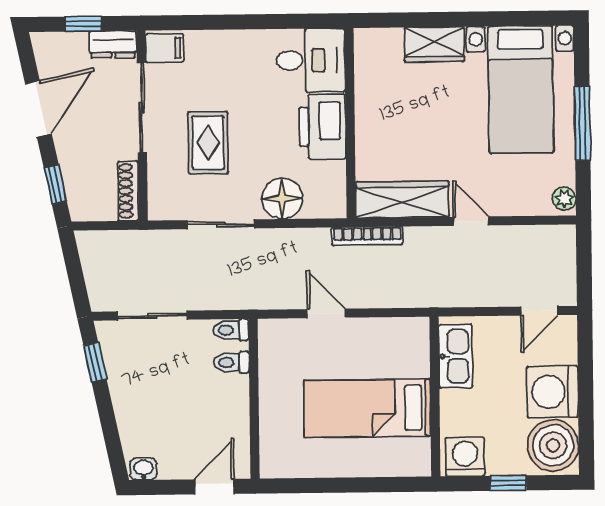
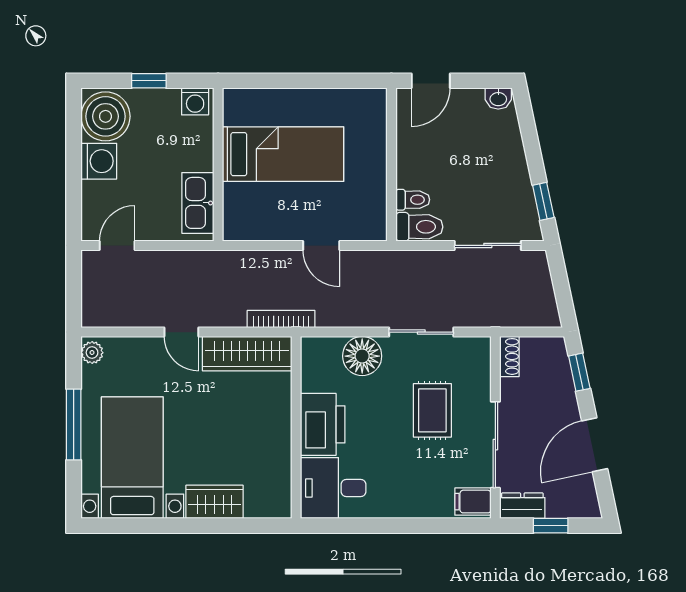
shoe rack: (128, 191) -> (509, 356), width x0.70
toilet: (231, 330) -> (419, 227), width x1.37, depth x1.39
washing machine: (552, 392) -> (99, 161), width x0.73, depth x0.73
washing machine: (465, 457) -> (195, 101), width x0.73, depth x0.73

